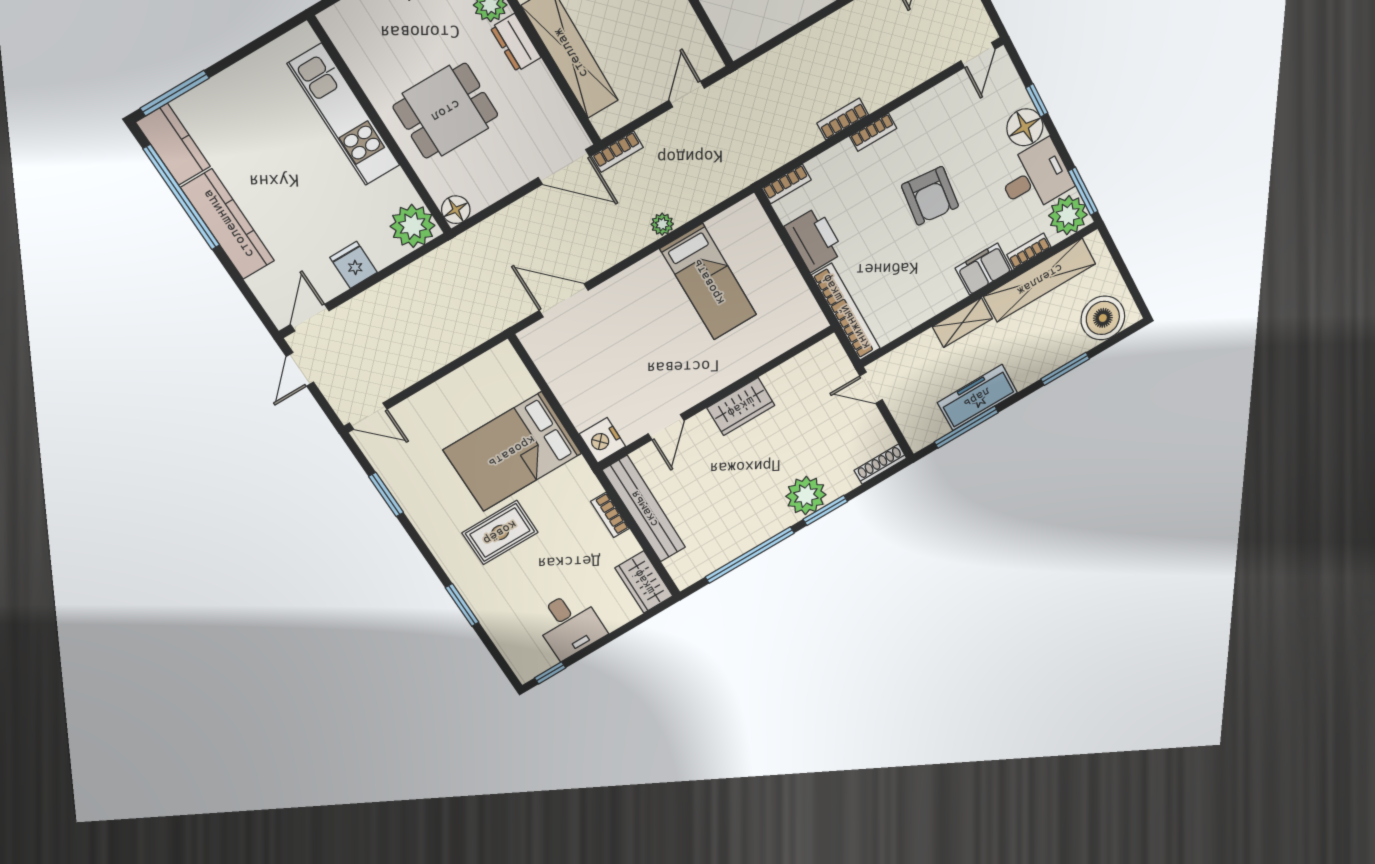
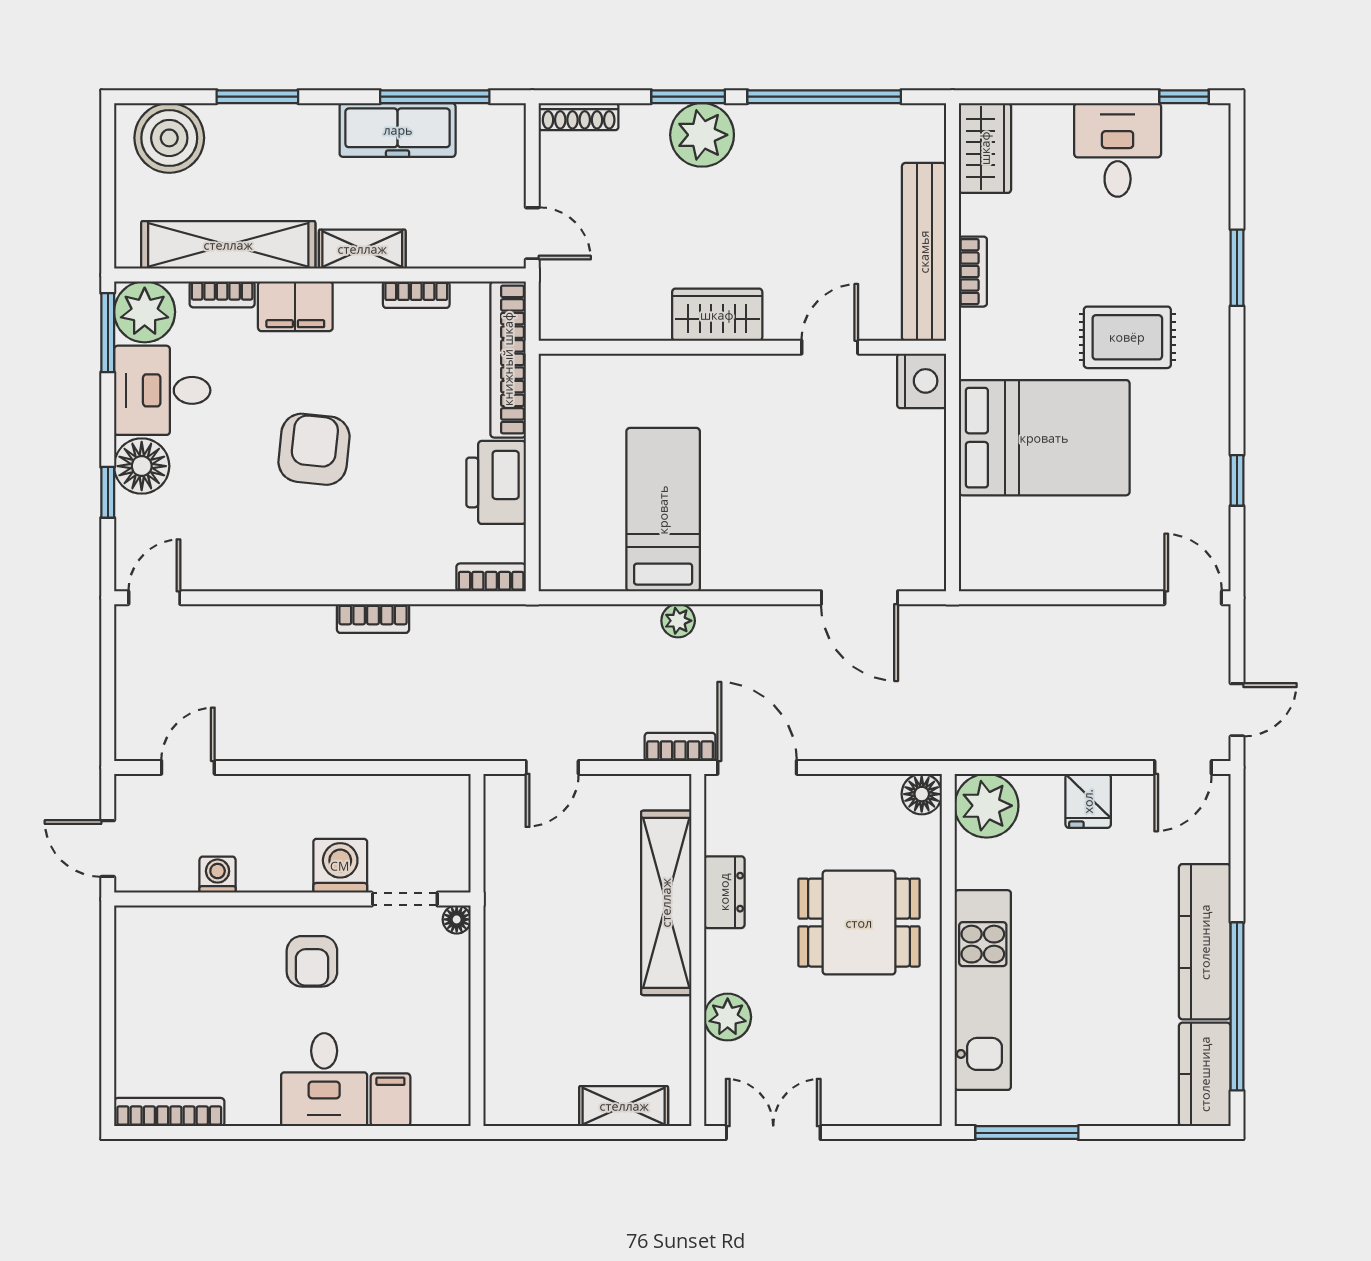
dresser: (516, 43) -> (724, 892), moved
window: (175, 93) -> (1027, 1133), moved
bookcase: (873, 132) -> (416, 295), moved, turned 180
window: (386, 494) -> (1237, 480), width x0.67

